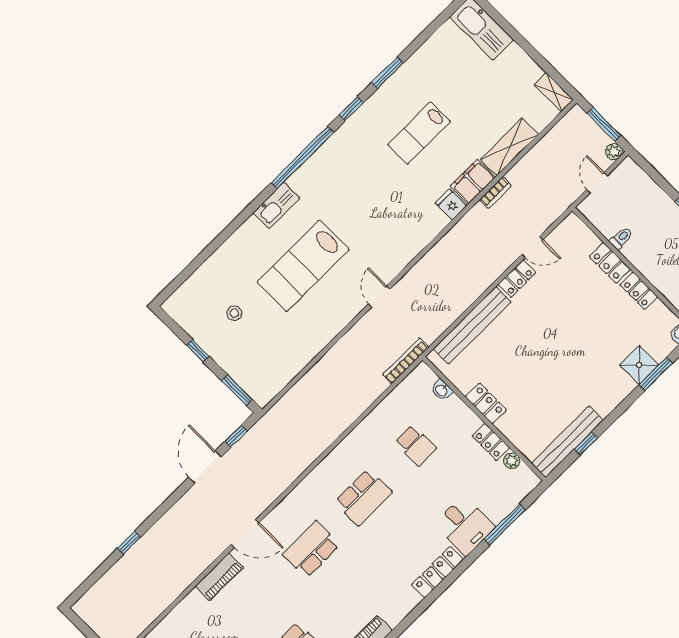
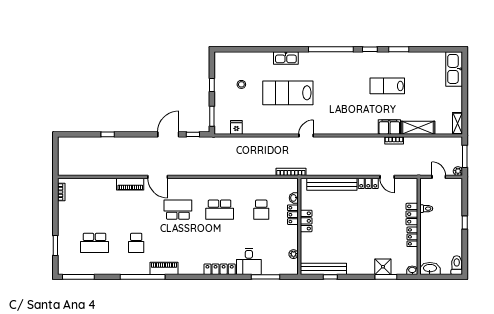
door: (597, 183) -> (439, 177), hinge flipped
fridge: (451, 205) -> (236, 127), moved
kitchen sink: (276, 206) -> (286, 58), moved
locker: (491, 442) -> (293, 215), moved

